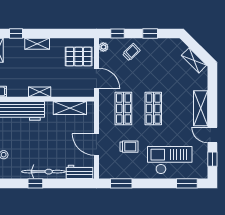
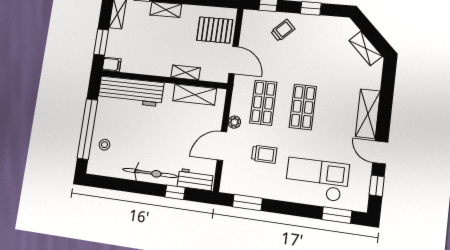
plant: (103, 47) -> (234, 122), moved
shelving: (40, 92) -> (186, 72), moved
door: (96, 144) -> (222, 146), hinge flipped
window: (35, 183) -> (175, 192), moved

